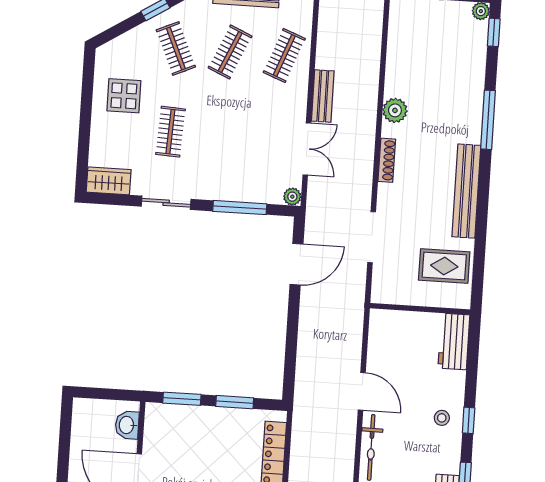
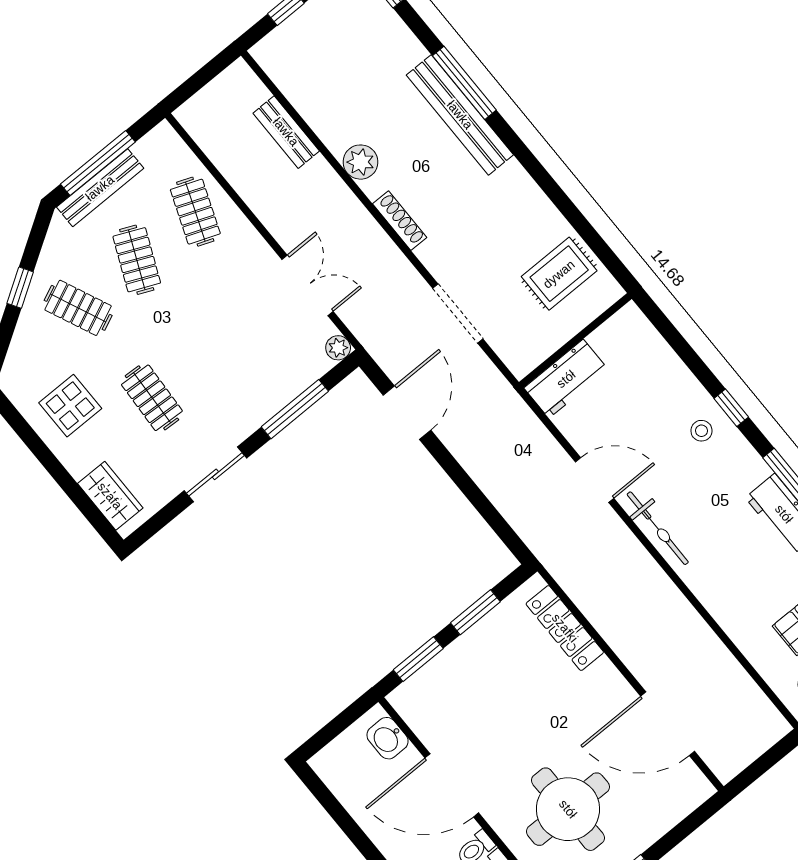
bench: (323, 96) -> (286, 132), moved
wardrobe: (109, 181) -> (110, 496), moved, turned 90
bench: (466, 191) -> (460, 115), moved
workbench: (454, 341) -> (566, 379), moved, turned -90

